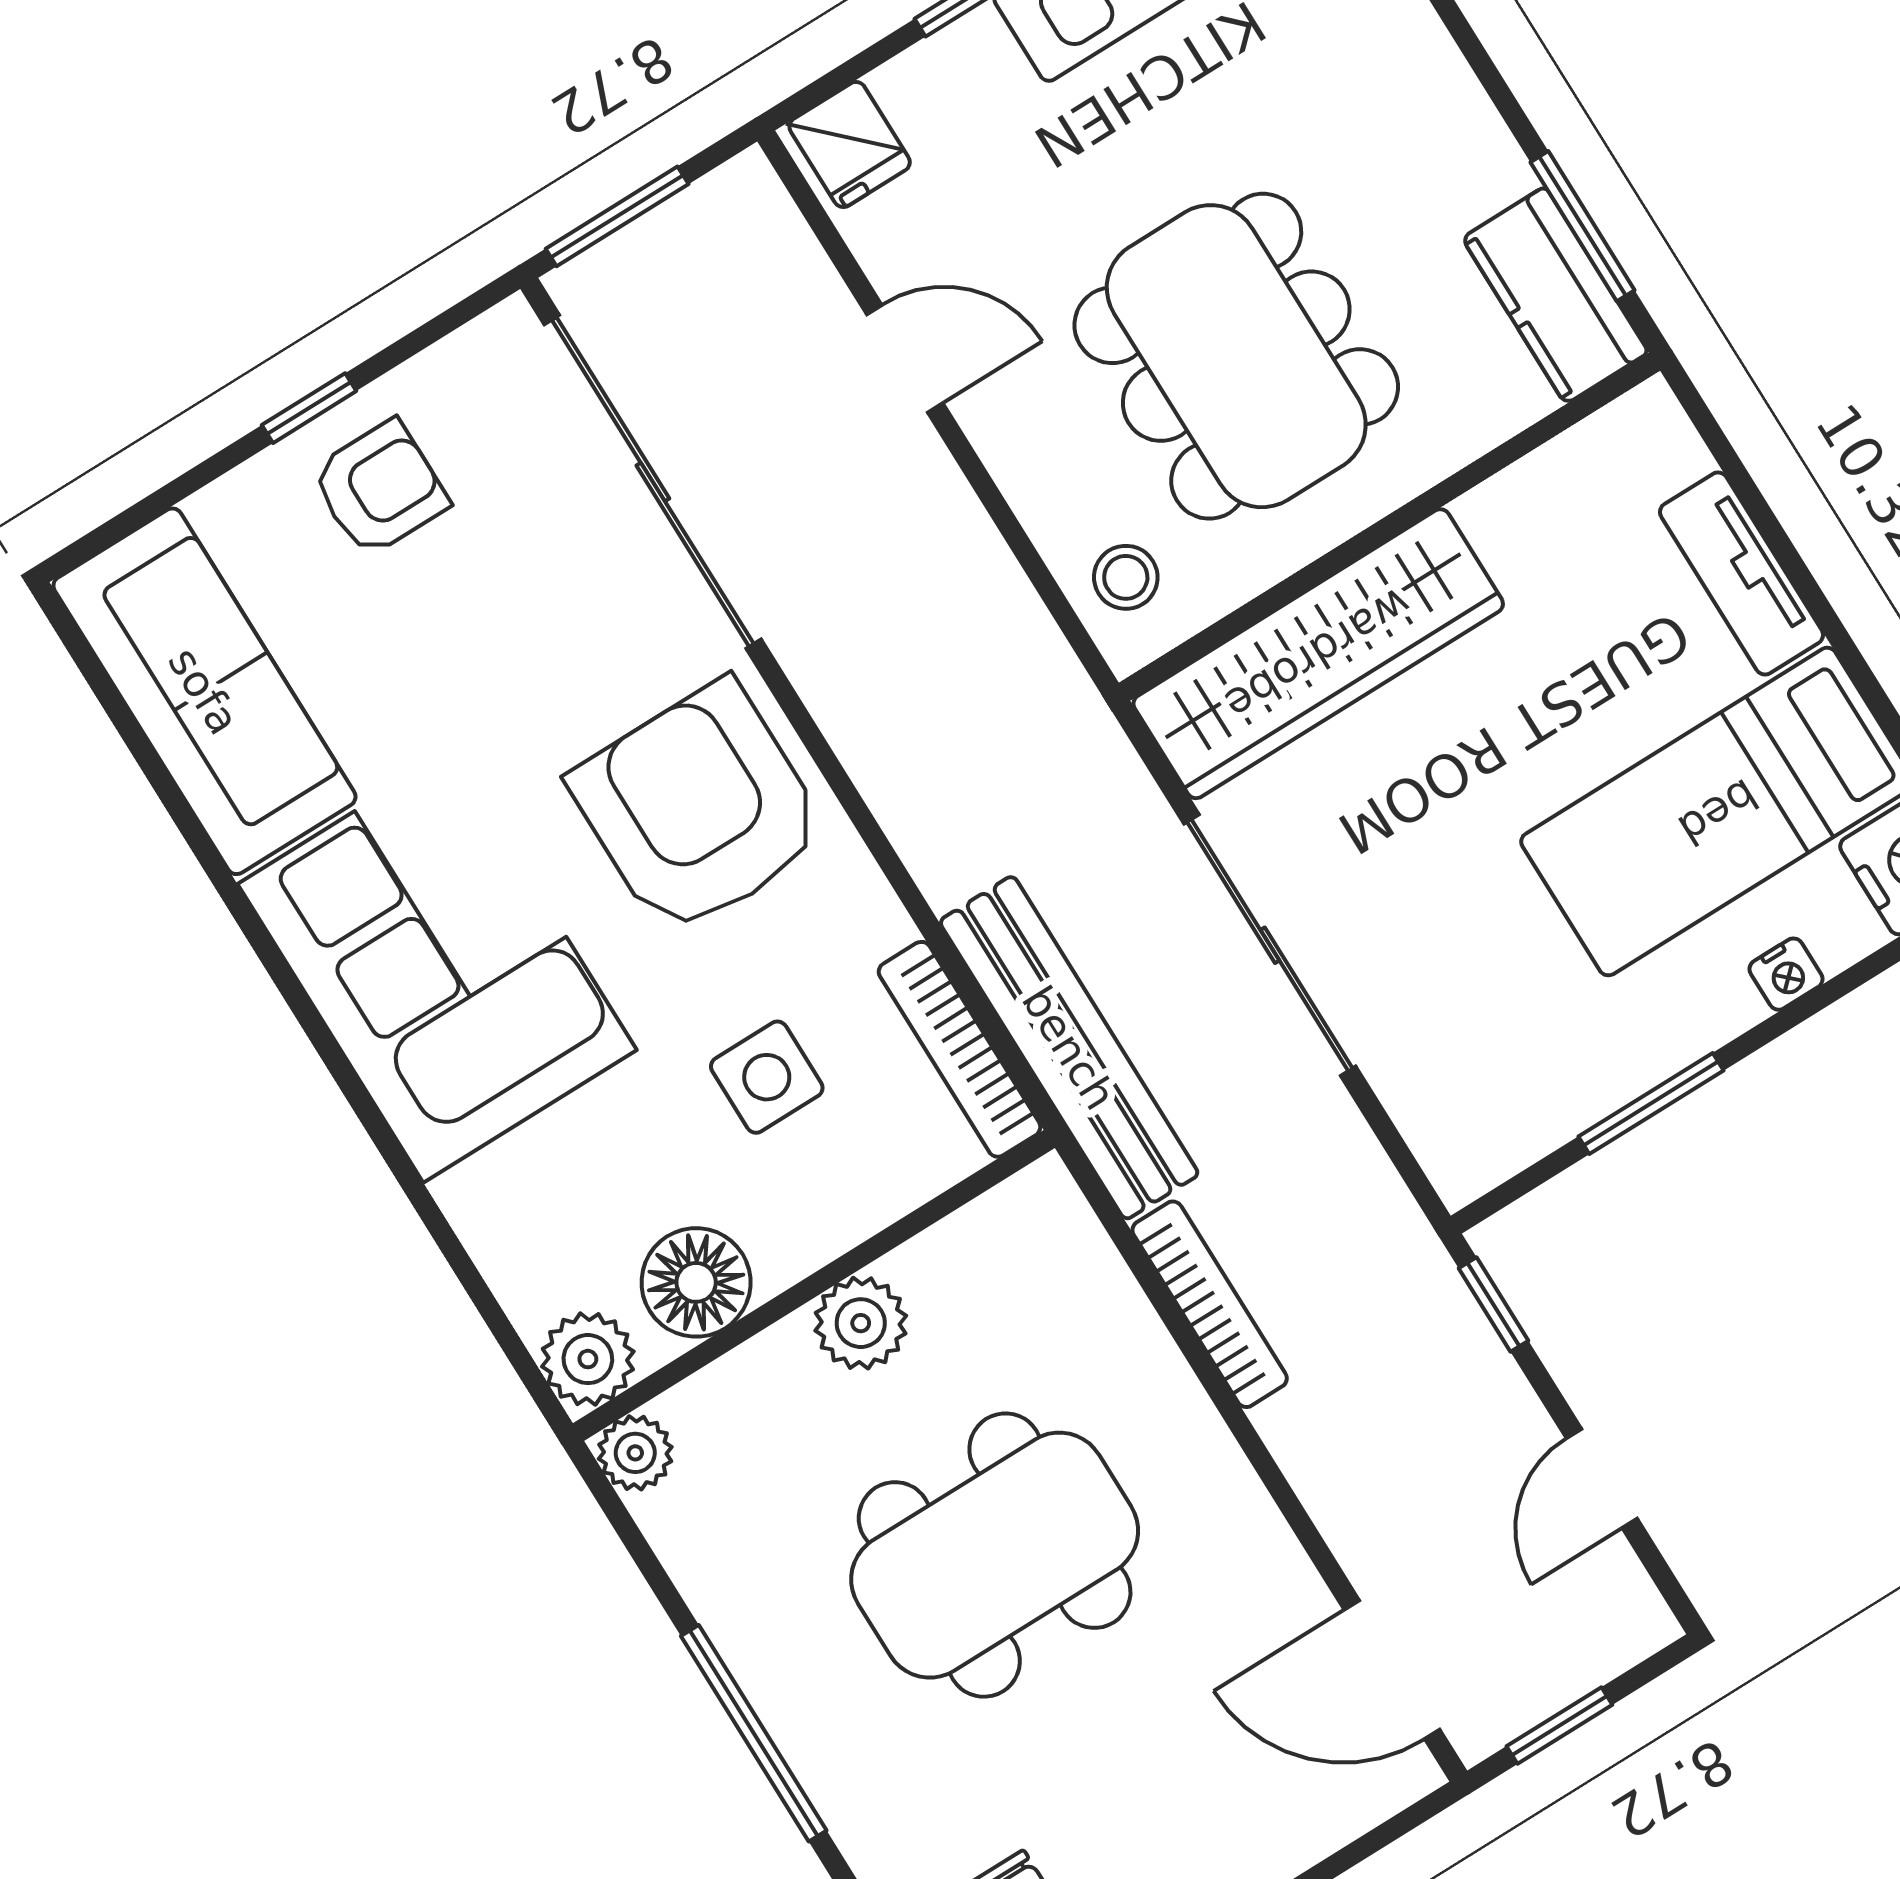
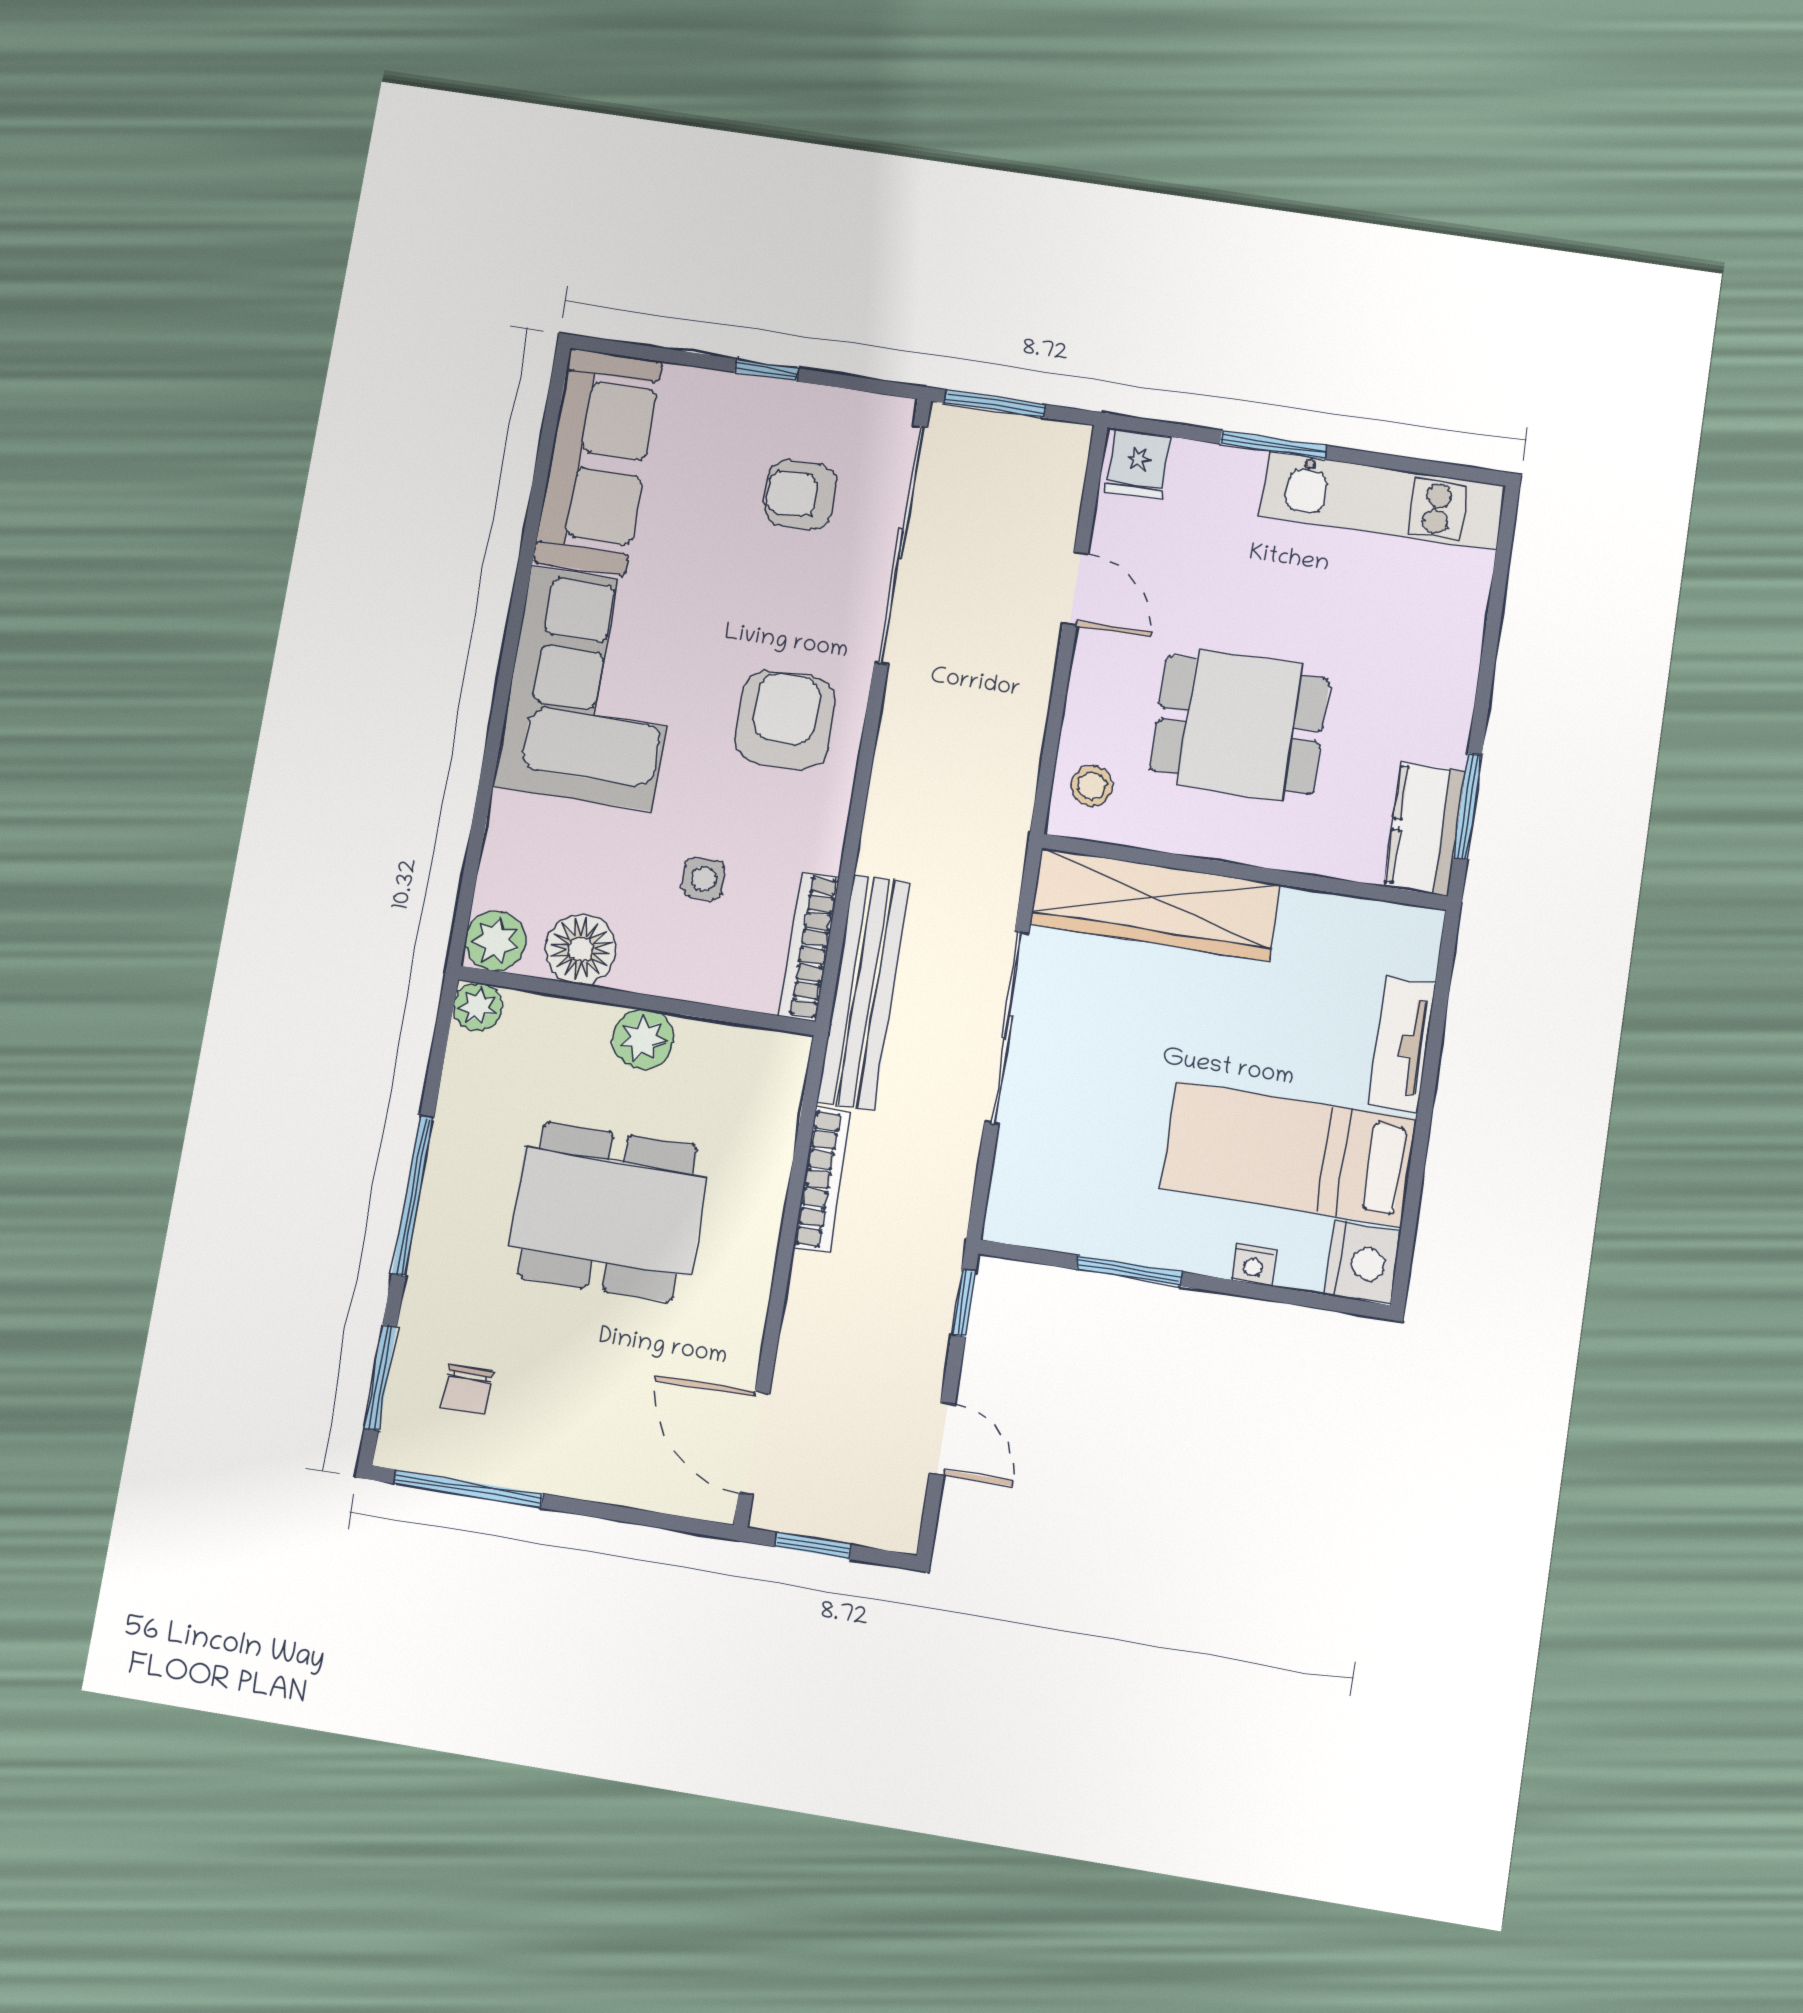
dining table: (1236, 356) -> (1240, 725), width x0.73
armchair: (380, 488) -> (800, 495), moved, turned 180
armchair: (699, 809) -> (785, 720), width x0.73, depth x0.73
side table: (767, 1077) -> (703, 879), width x0.73, depth x0.73
door: (1602, 1478) -> (942, 1439), swing flipped

